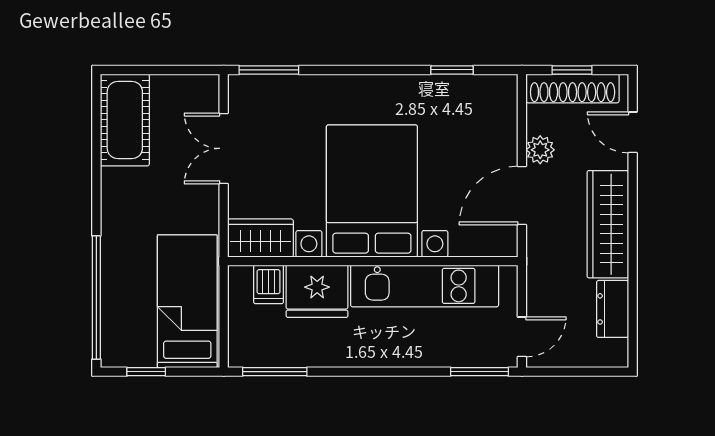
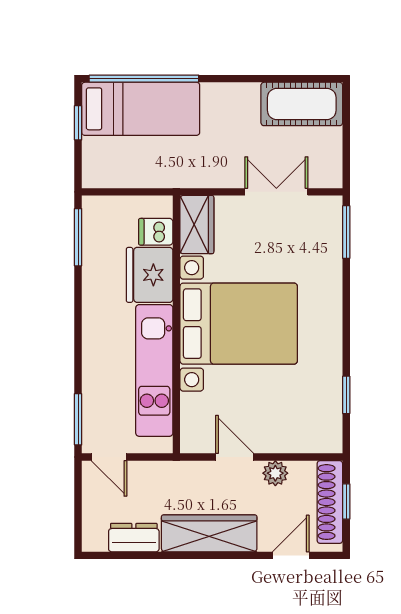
door: (522, 196) -> (235, 457), width x0.73
bed: (187, 301) -> (141, 109), moved

